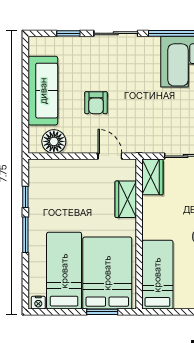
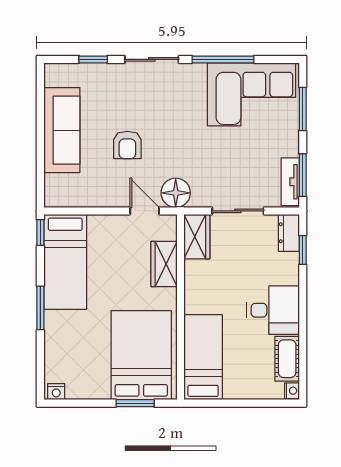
floor lamp: (54, 141) -> (176, 193), moved
window: (25, 197) -> (40, 232), moved
bed: (64, 271) -> (65, 262), moved, turned 180

